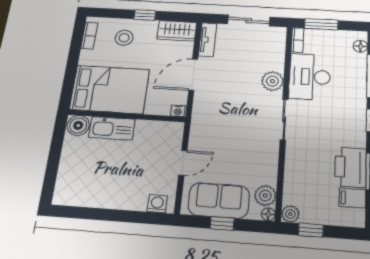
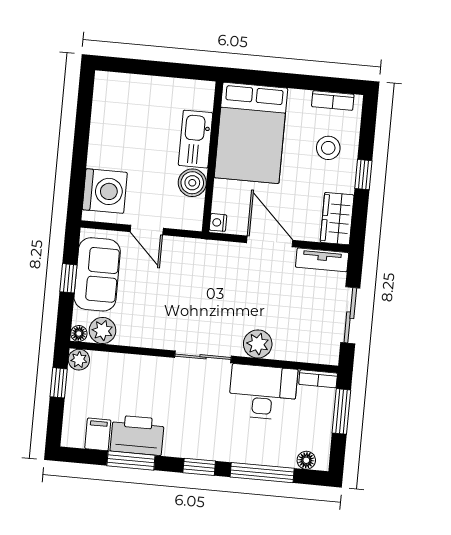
boiler: (78, 125) -> (192, 183), moved
washing machine: (157, 204) -> (105, 191), width x1.89, depth x1.89

